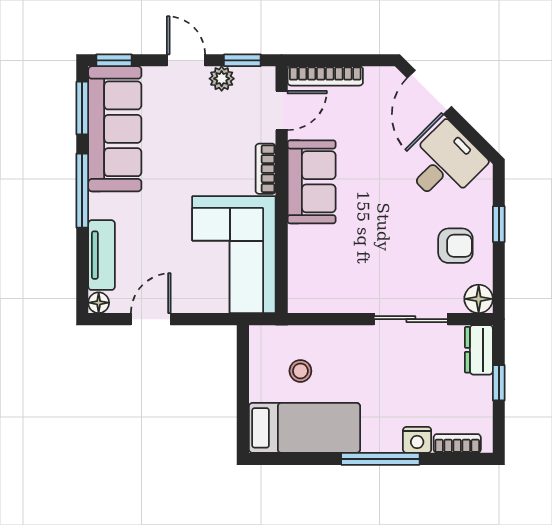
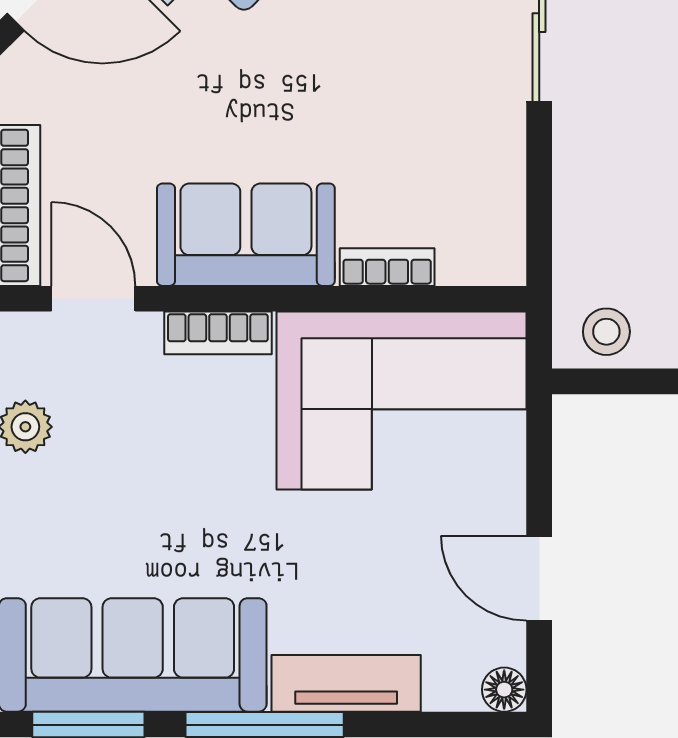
bookcase: (296, 248) -> (387, 267), added
tv unit: (102, 255) -> (346, 683), moved
stool: (300, 371) -> (606, 332), moved

